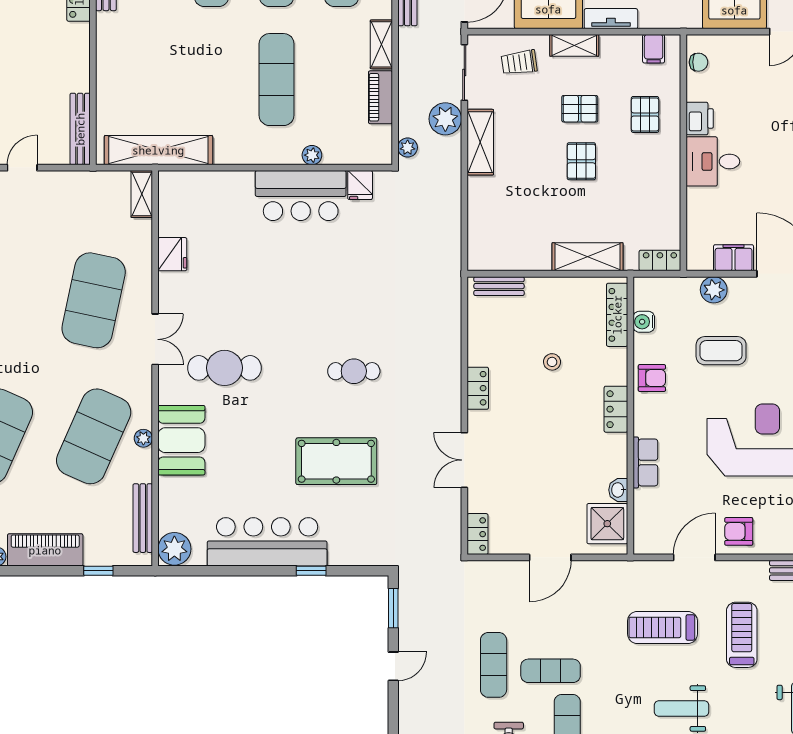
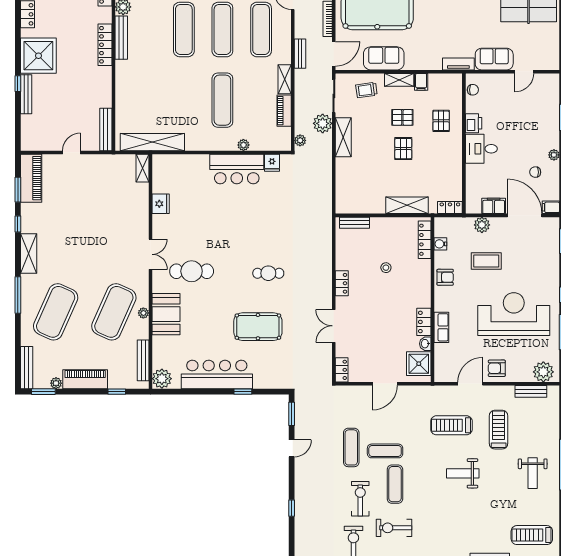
tv unit: (611, 19) -> (458, 64), moved
filing cabinet: (654, 49) -> (421, 82), moved
exercise mat: (94, 300) -> (114, 231), removed
locker: (616, 409) -> (424, 322), moved

